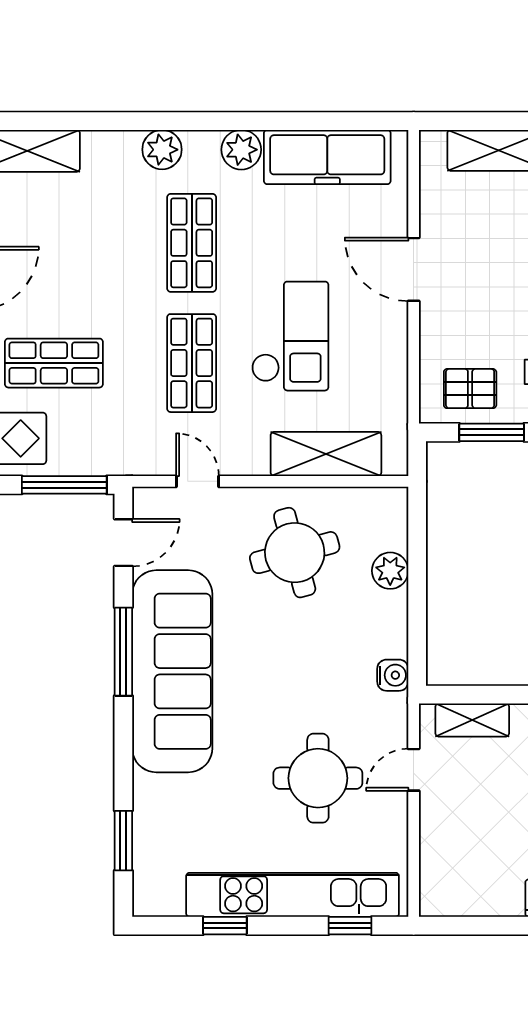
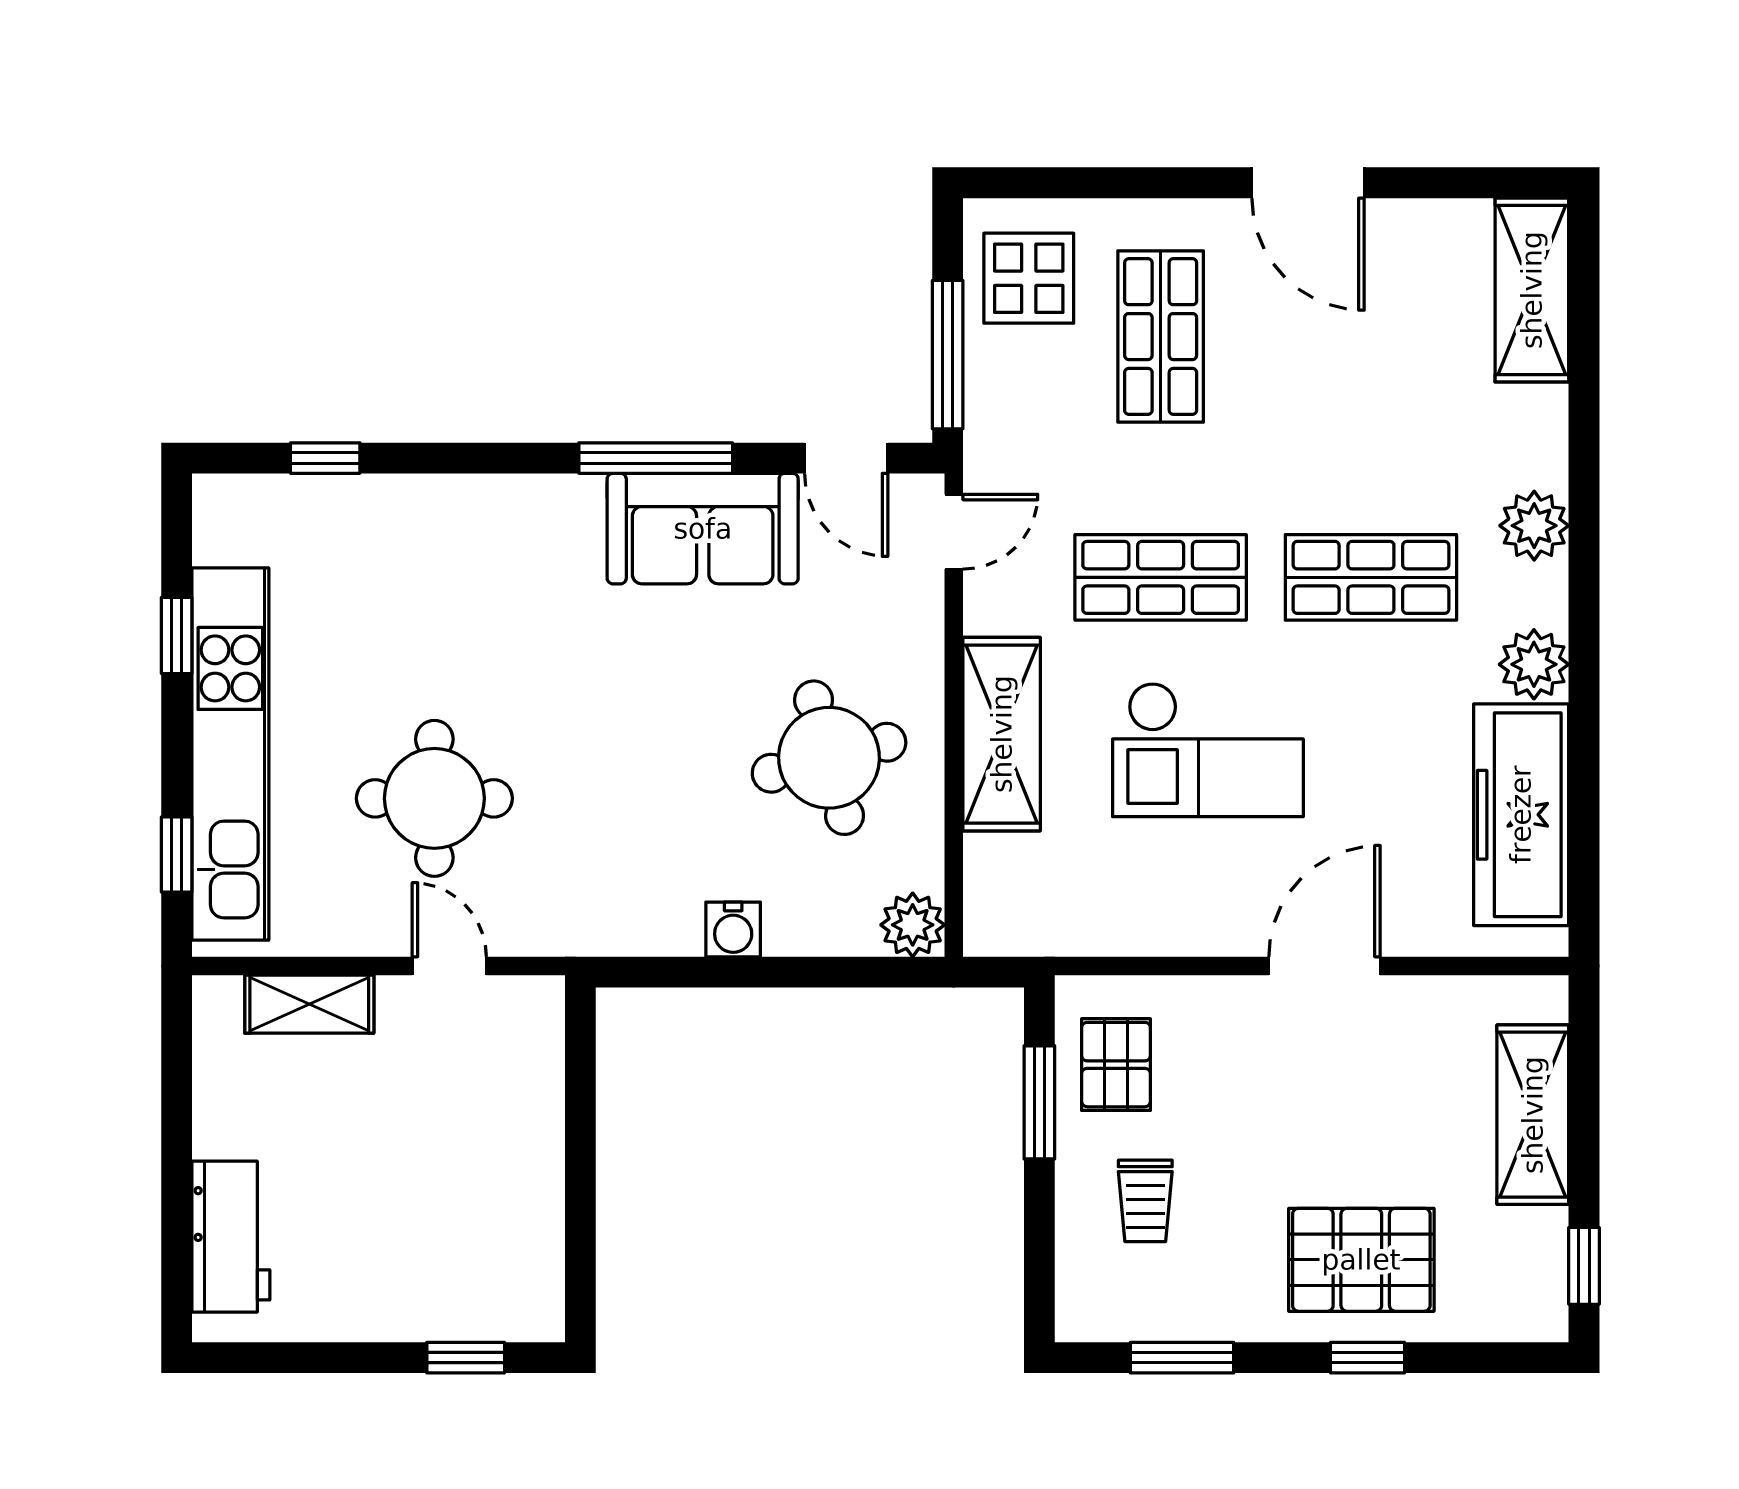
shelving: (326, 454) -> (1002, 734), moved
door: (197, 481) -> (954, 532), moved
plant: (390, 571) -> (913, 925), moved
sofa: (172, 671) -> (703, 529), width x0.54, depth x0.79
water cooler: (393, 675) -> (733, 929), moved
shelving: (472, 720) -> (309, 1004), moved, turned 90
window: (123, 841) -> (325, 458), width x0.67

